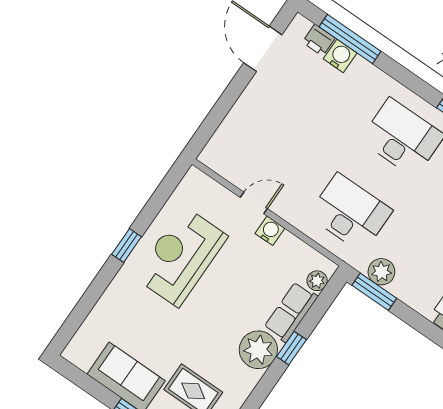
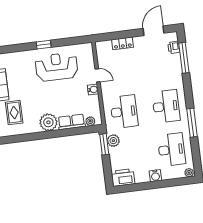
water cooler: (340, 56) -> (175, 60), removed
locker: (238, 117) -> (123, 43), added
window: (291, 348) -> (59, 133), removed

